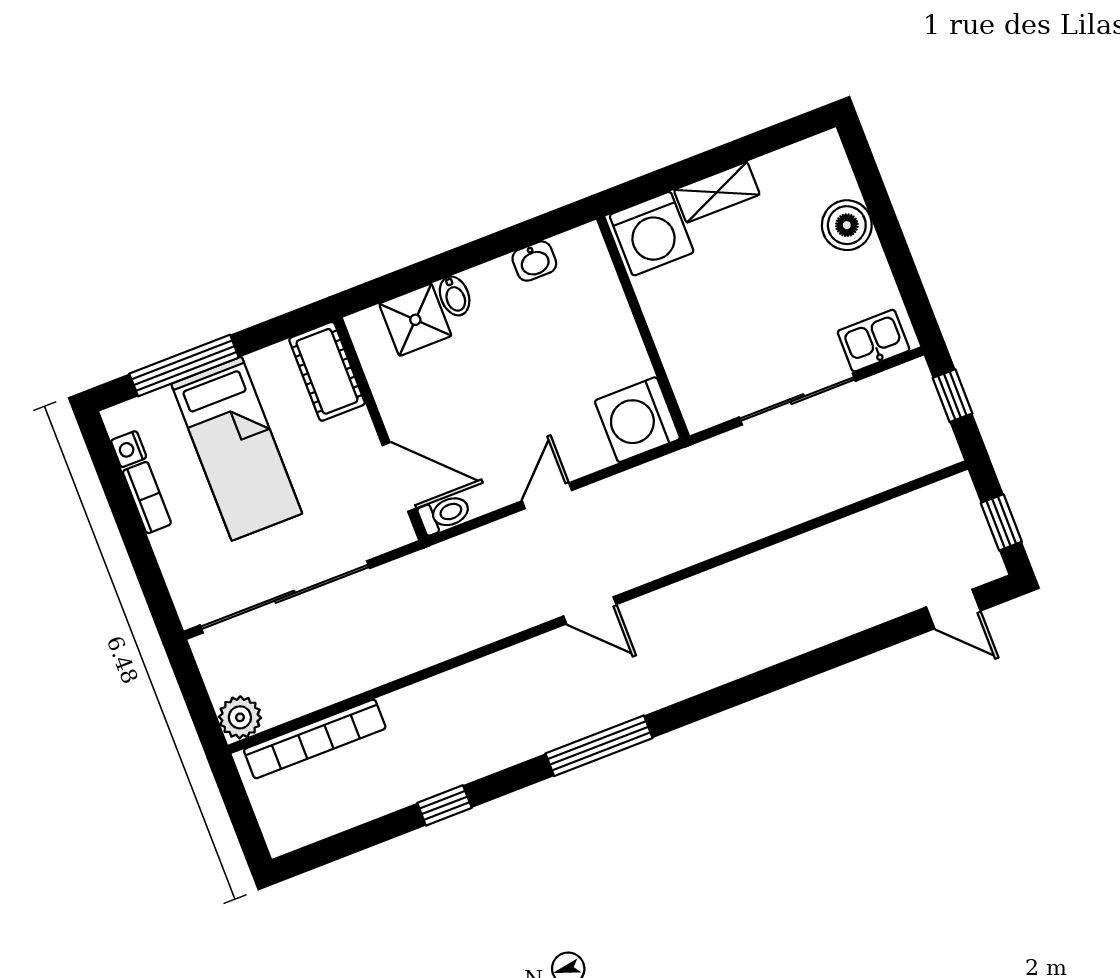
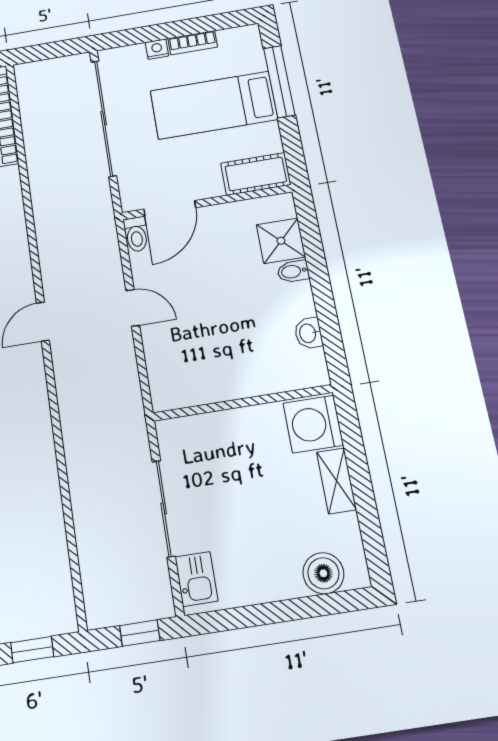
boiler: (847, 225) -> (323, 573), moved
washing machine: (637, 420) -> (174, 384), removed
nightstand: (129, 449) -> (157, 49), moved
plant: (240, 717) -> (29, 75), removed

